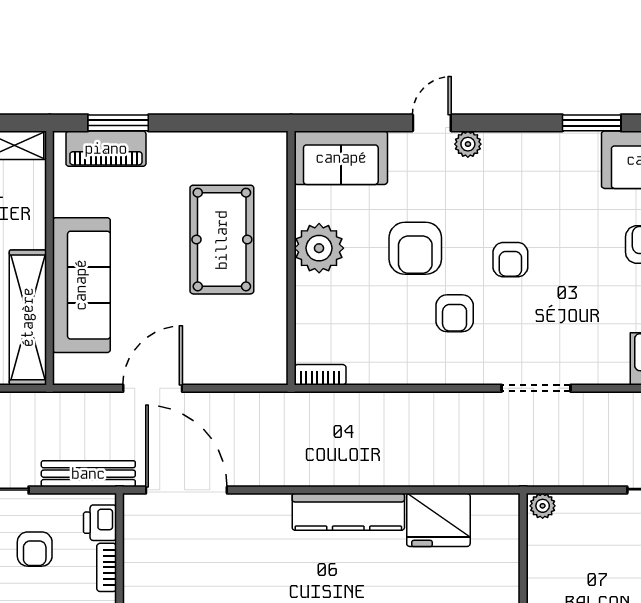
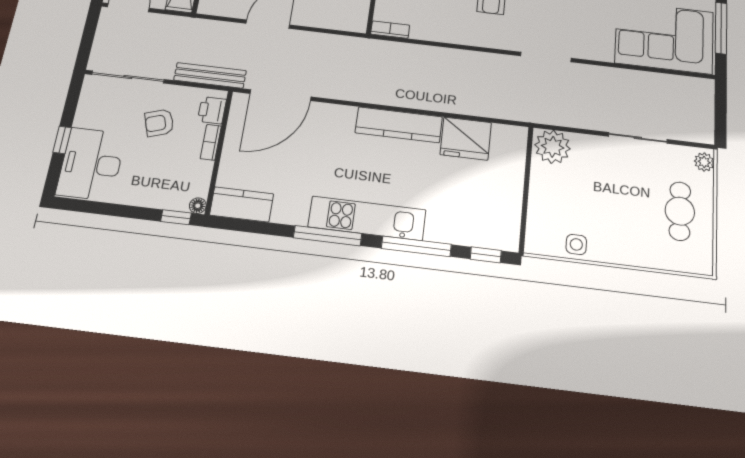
door: (186, 490) -> (280, 95), swing flipped
plant: (543, 506) -> (553, 147), width x1.88, depth x1.88
armchair: (35, 549) -> (159, 123), turned 72

